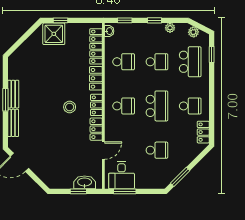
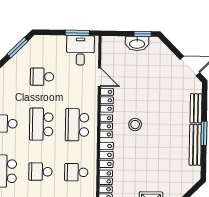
bench: (13, 94) -> (195, 145), width x1.36
school desk: (124, 106) -> (77, 125), width x1.85
door: (103, 151) -> (99, 77), swing flipped
washbasin: (85, 182) -> (137, 44), moved
window: (78, 191) -> (143, 34), moved

